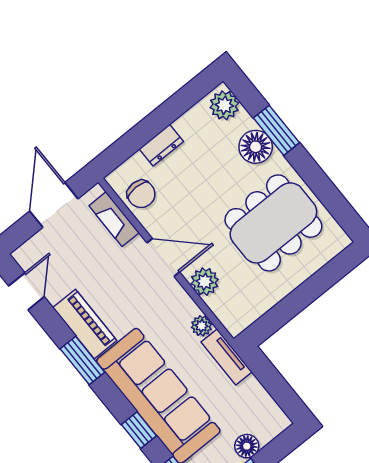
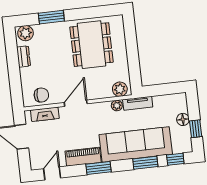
dresser: (161, 145) -> (24, 57), moved
floor lamp: (256, 147) -> (53, 31), removed
plant: (205, 282) -> (120, 89), moved
door: (26, 291) -> (52, 173), hinge flipped
window: (139, 430) -> (145, 163), width x1.50

